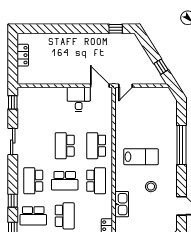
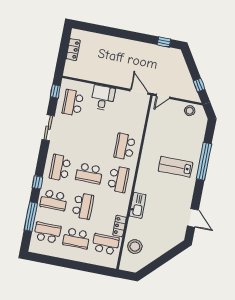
desk: (79, 99) -> (103, 98), moved
school desk: (65, 146) -> (73, 103), moved
lab bench: (141, 157) -> (175, 167), moved, turned 180
stool: (151, 187) -> (190, 111), moved

